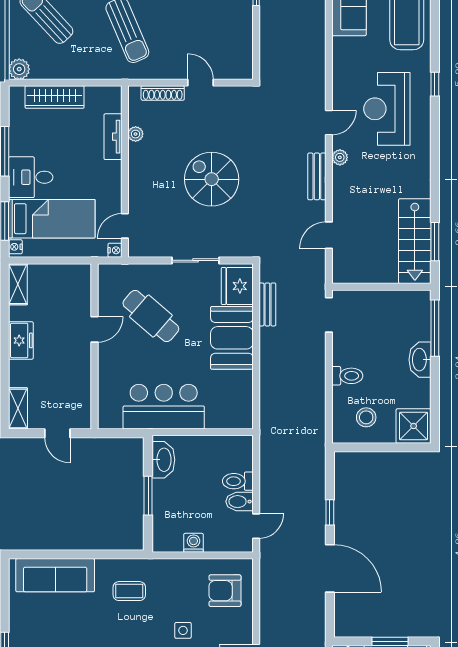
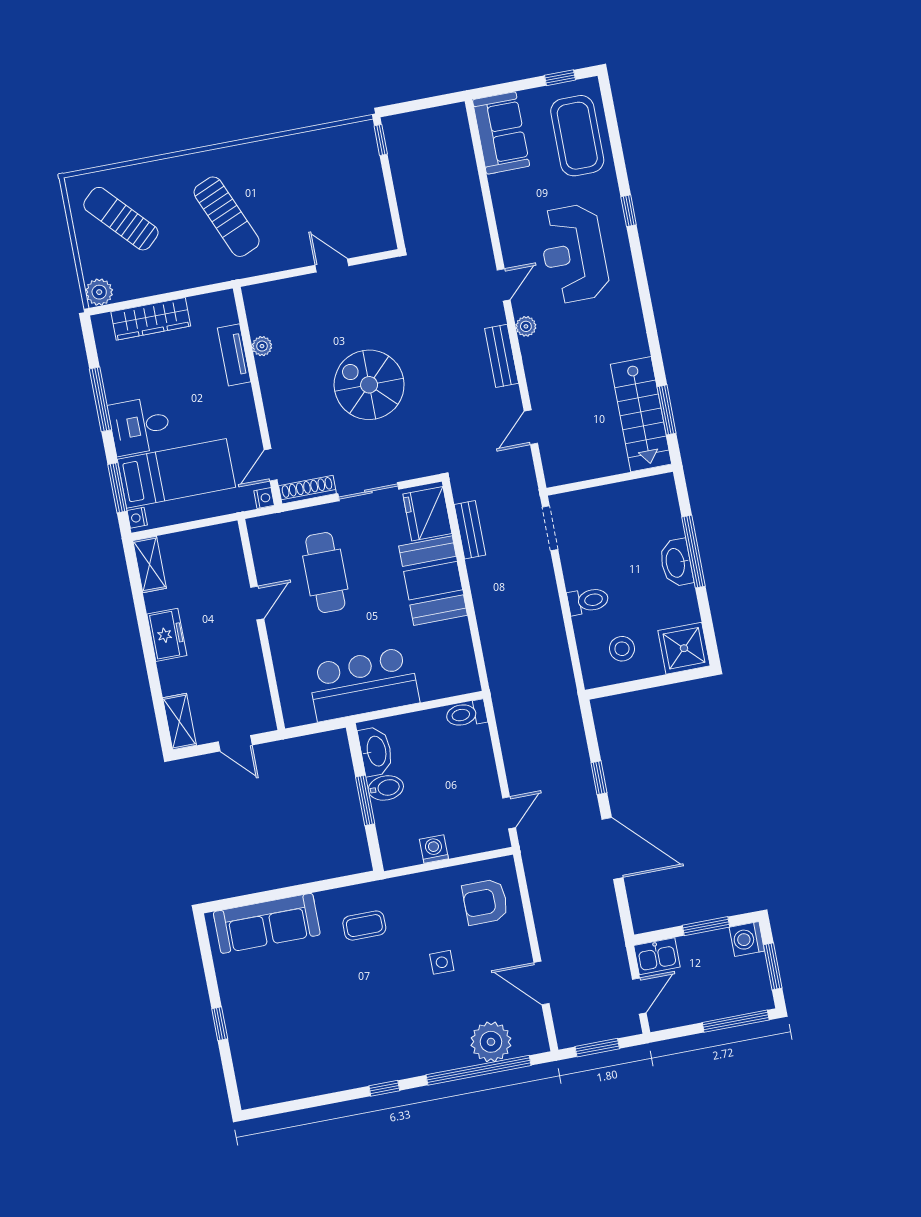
shoe rack: (163, 93) -> (307, 490), moved, turned 180
cafe table: (151, 316) -> (325, 573), turned 49
window: (435, 328) -> (694, 552), moved
toilet: (238, 481) -> (466, 714), moved
bidet: (239, 502) -> (386, 788), moved, turned 180

